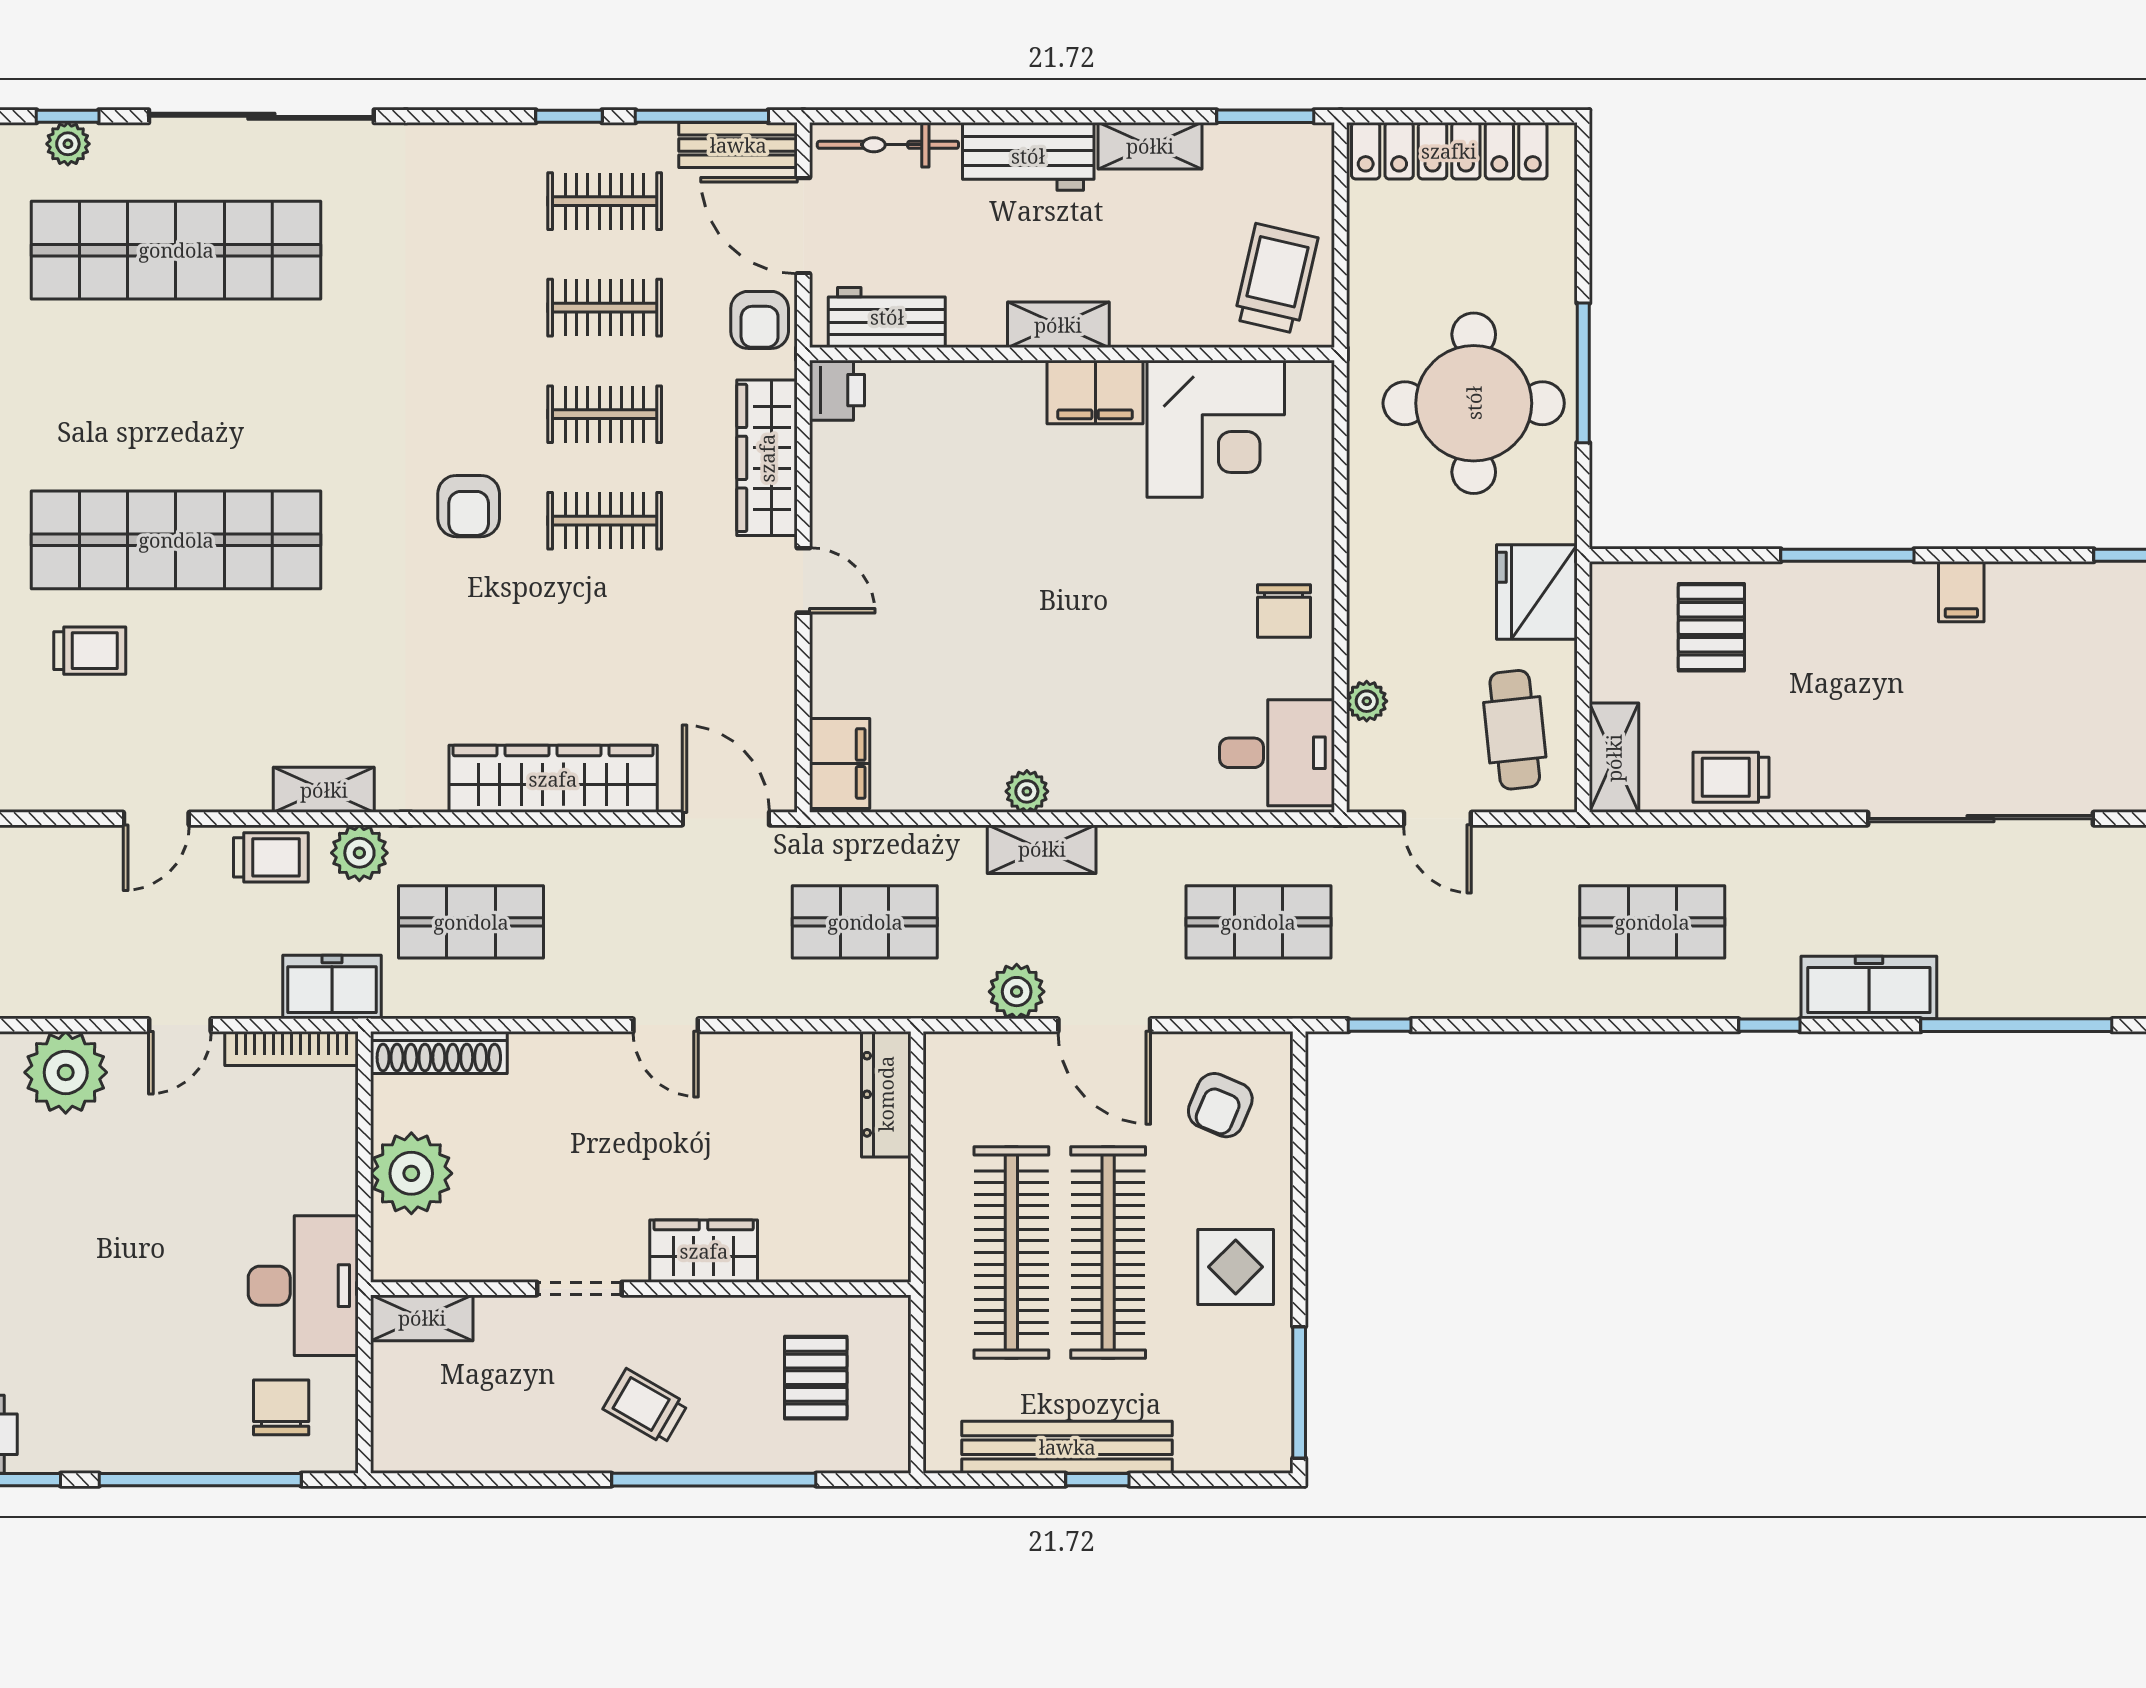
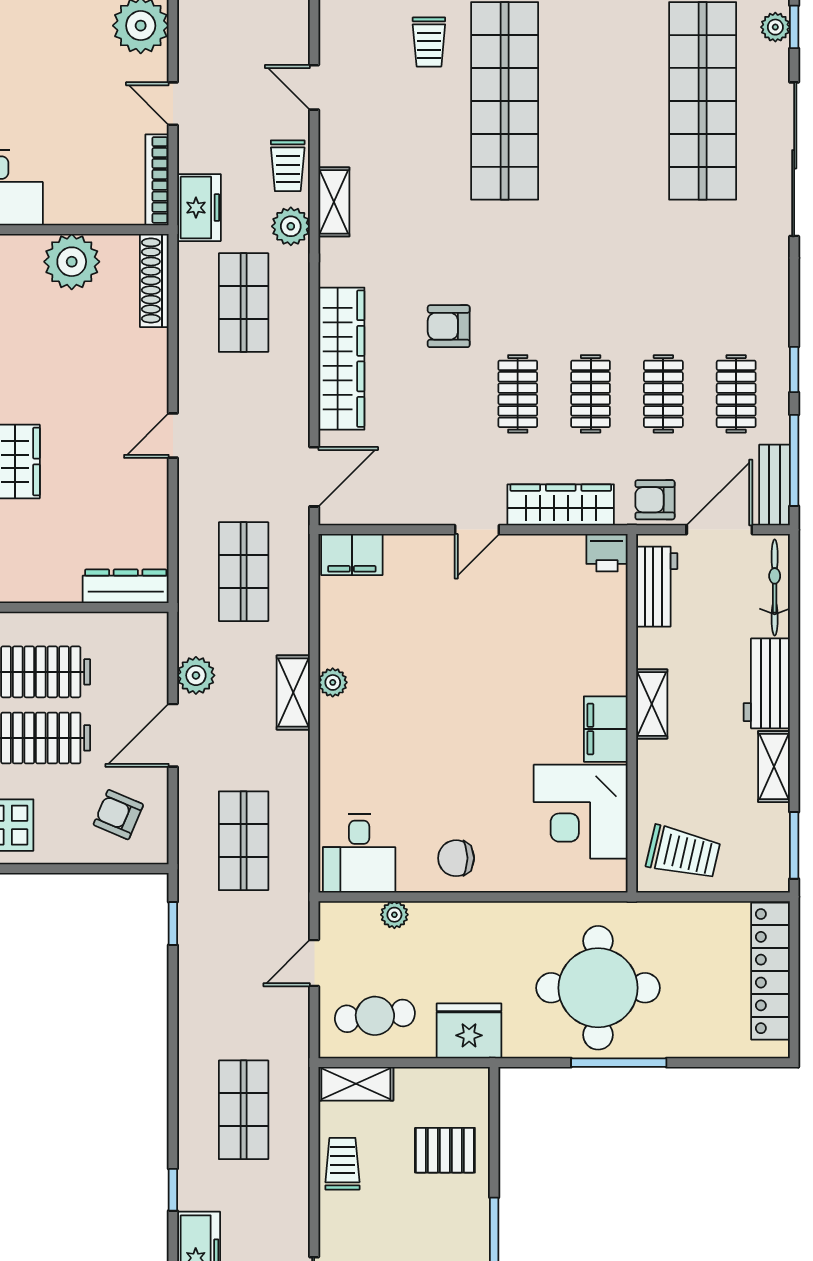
armchair: (469, 506) -> (449, 326), moved

